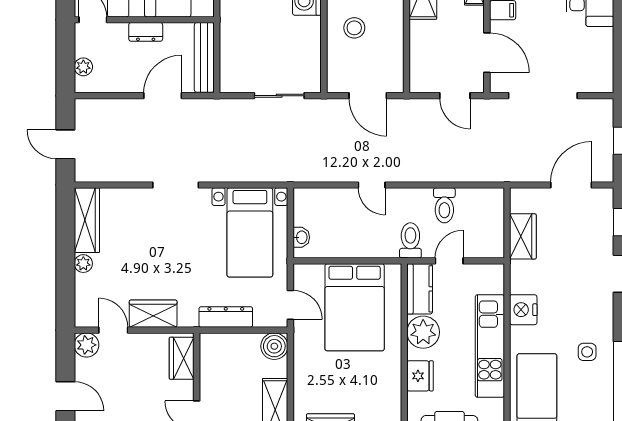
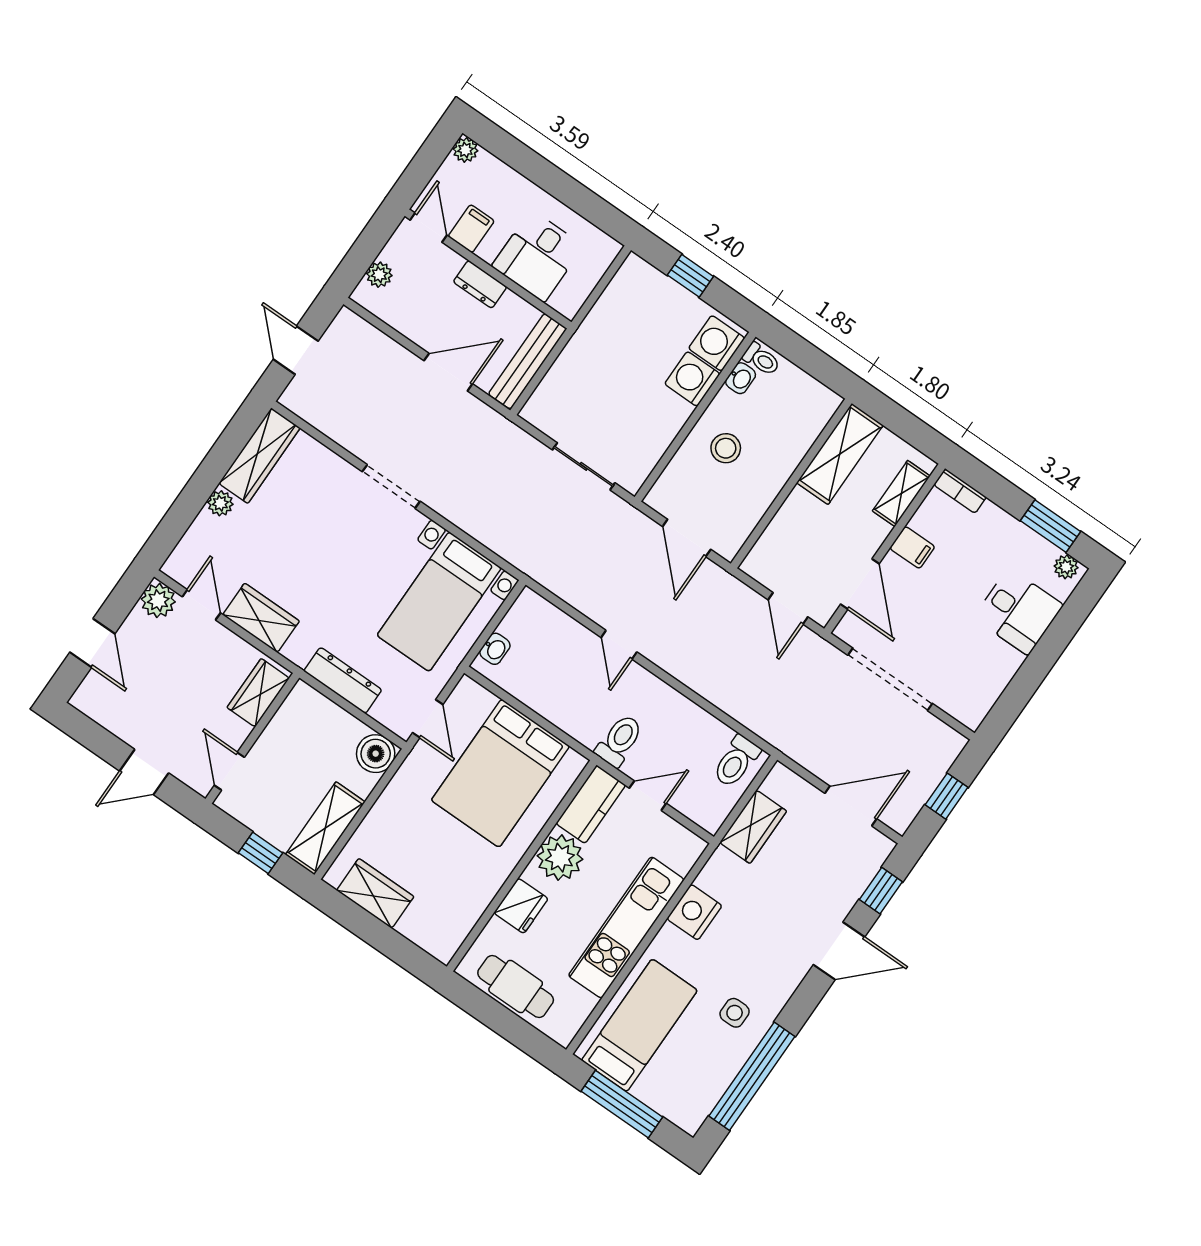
toilet: (444, 205) -> (736, 761), moved

